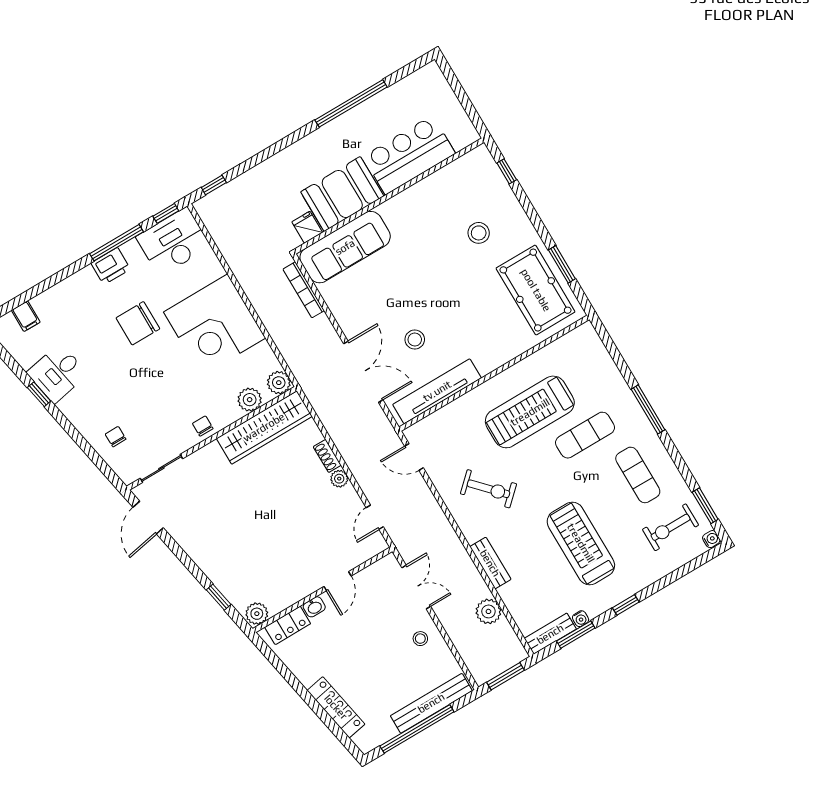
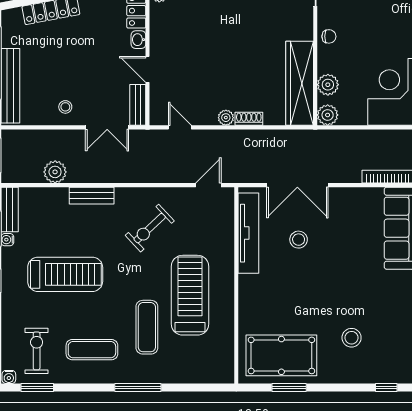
bench: (377, 570) -> (138, 105), added

